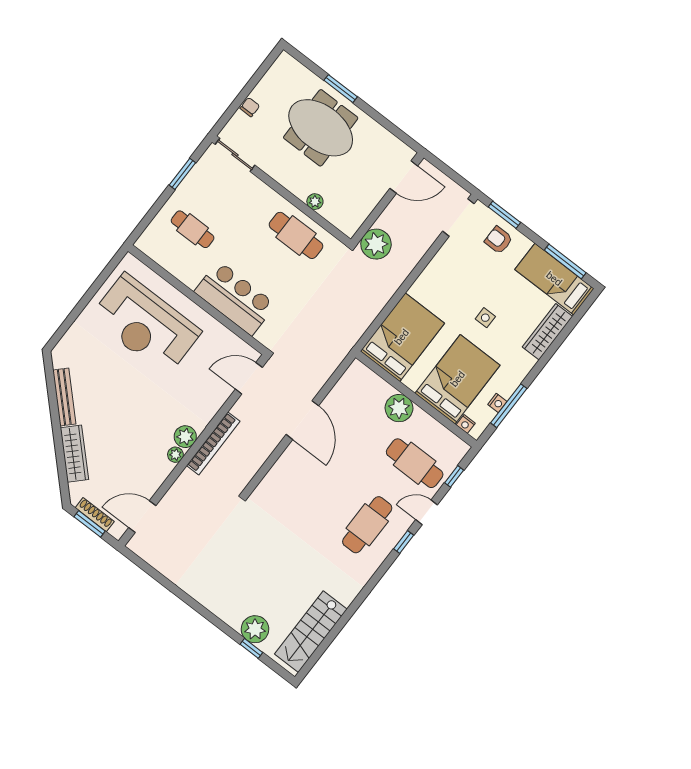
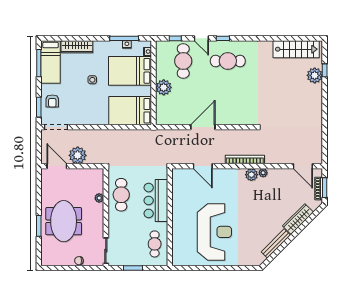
plant: (376, 244) -> (78, 155), moved
bar counter: (235, 298) -> (156, 201), moved
wall: (197, 300) -> (170, 217), moved

